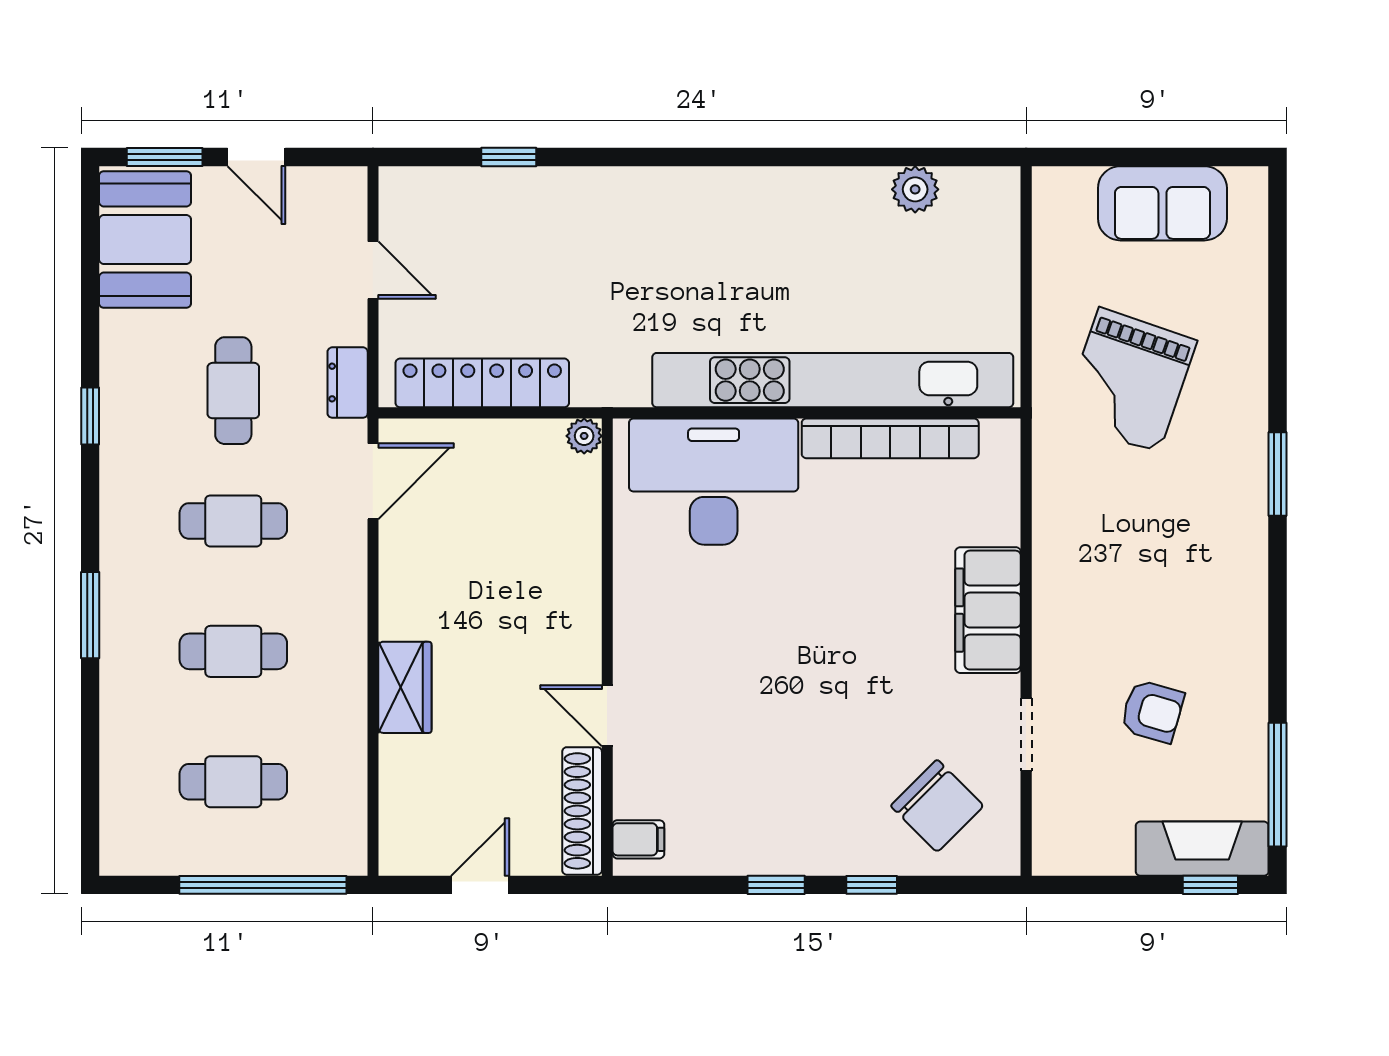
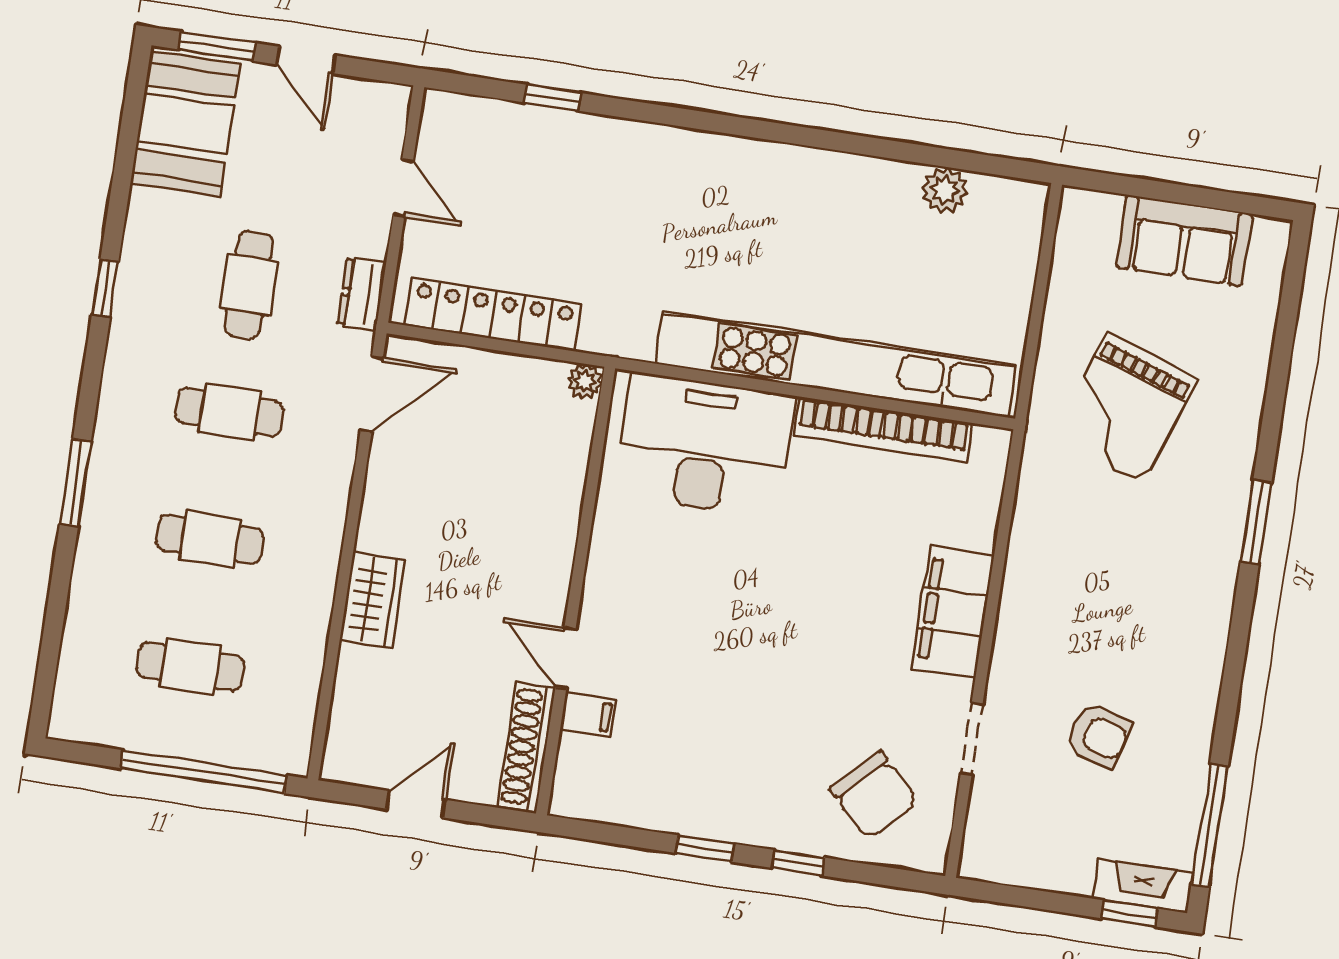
filing cabinet: (638, 839) -> (588, 714), moved
fireplace: (1202, 849) -> (1143, 886), width x0.73, depth x0.76

